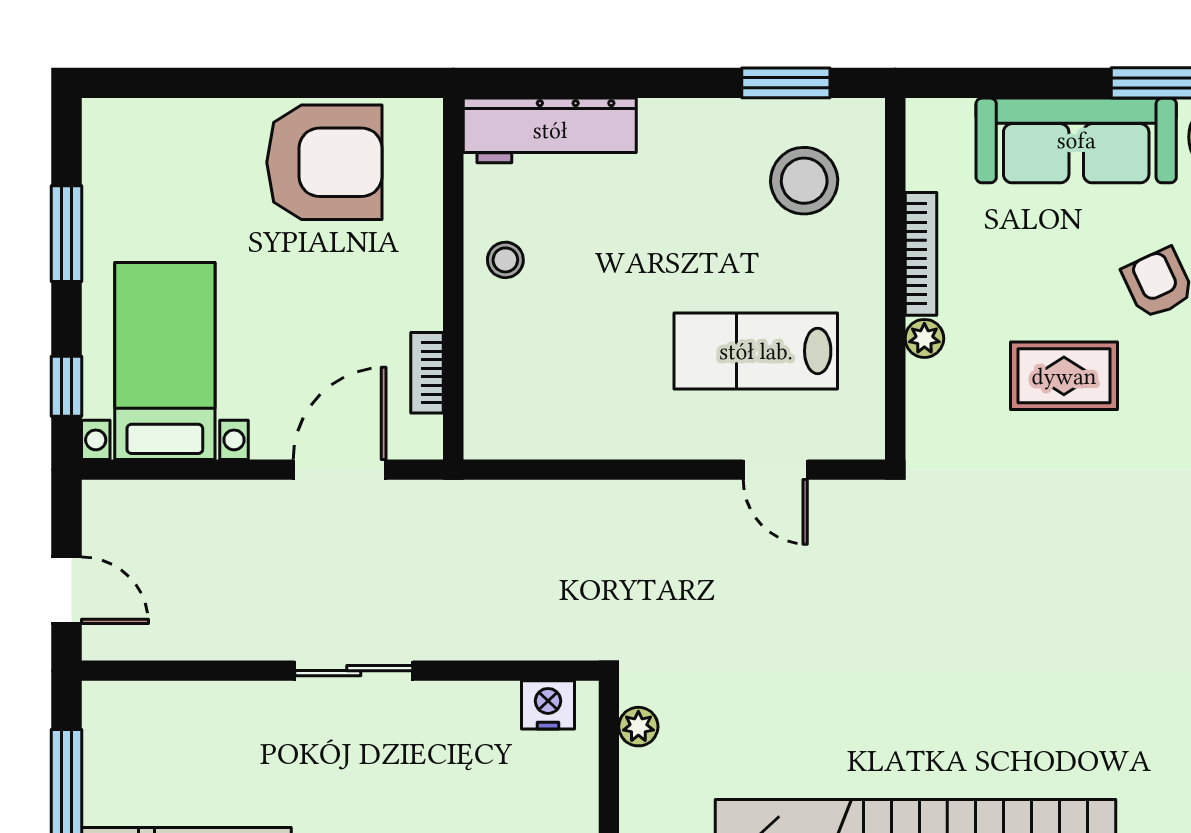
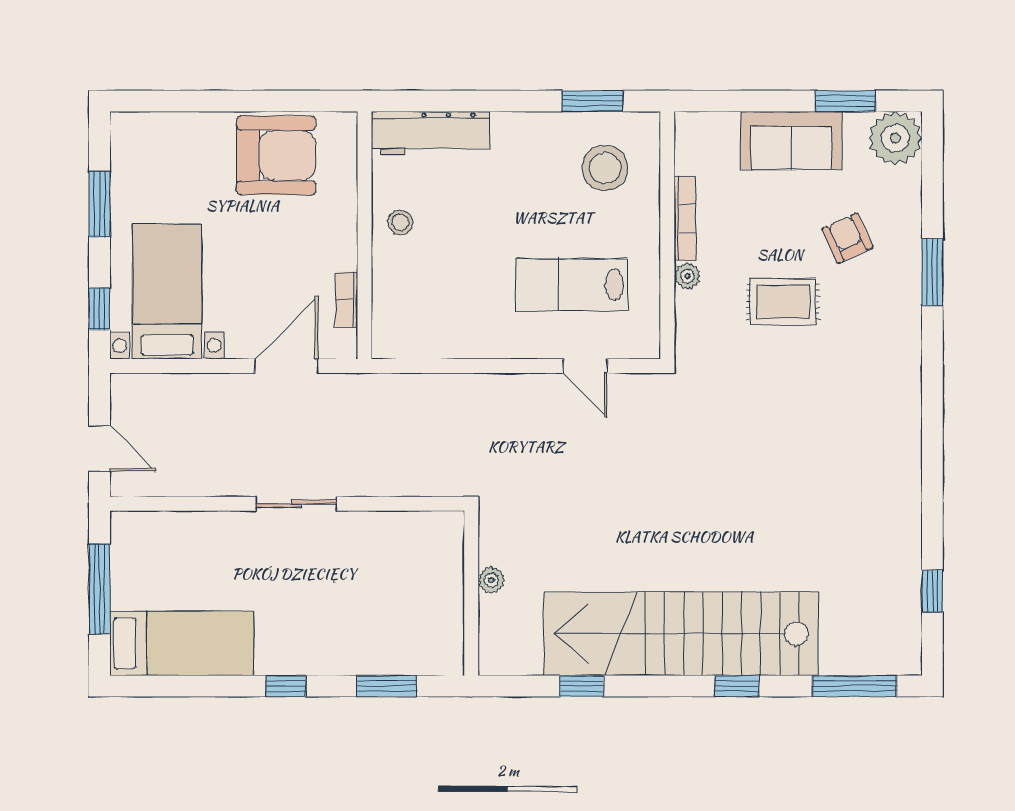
sofa: (1076, 140) -> (791, 140), width x0.73
nightstand: (548, 705) -> (429, 527), removed
plant: (638, 727) -> (491, 580), moved

